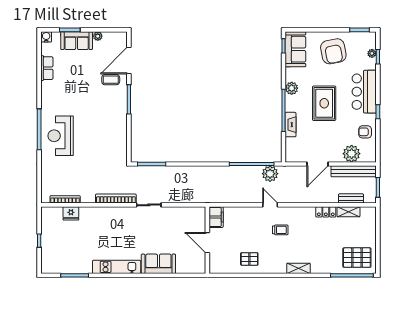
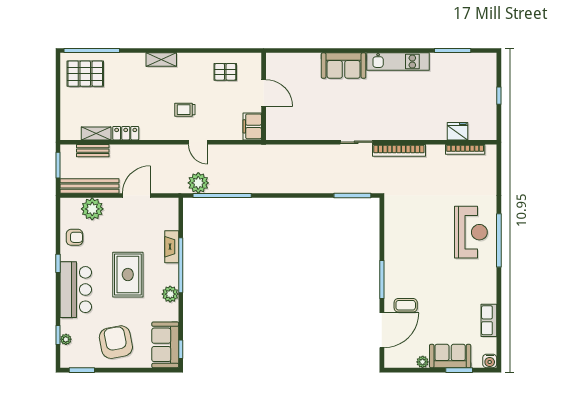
filing cabinet: (216, 217) -> (252, 126), moved
wall: (207, 240) -> (264, 96), moved
door: (207, 243) -> (264, 93), moved

